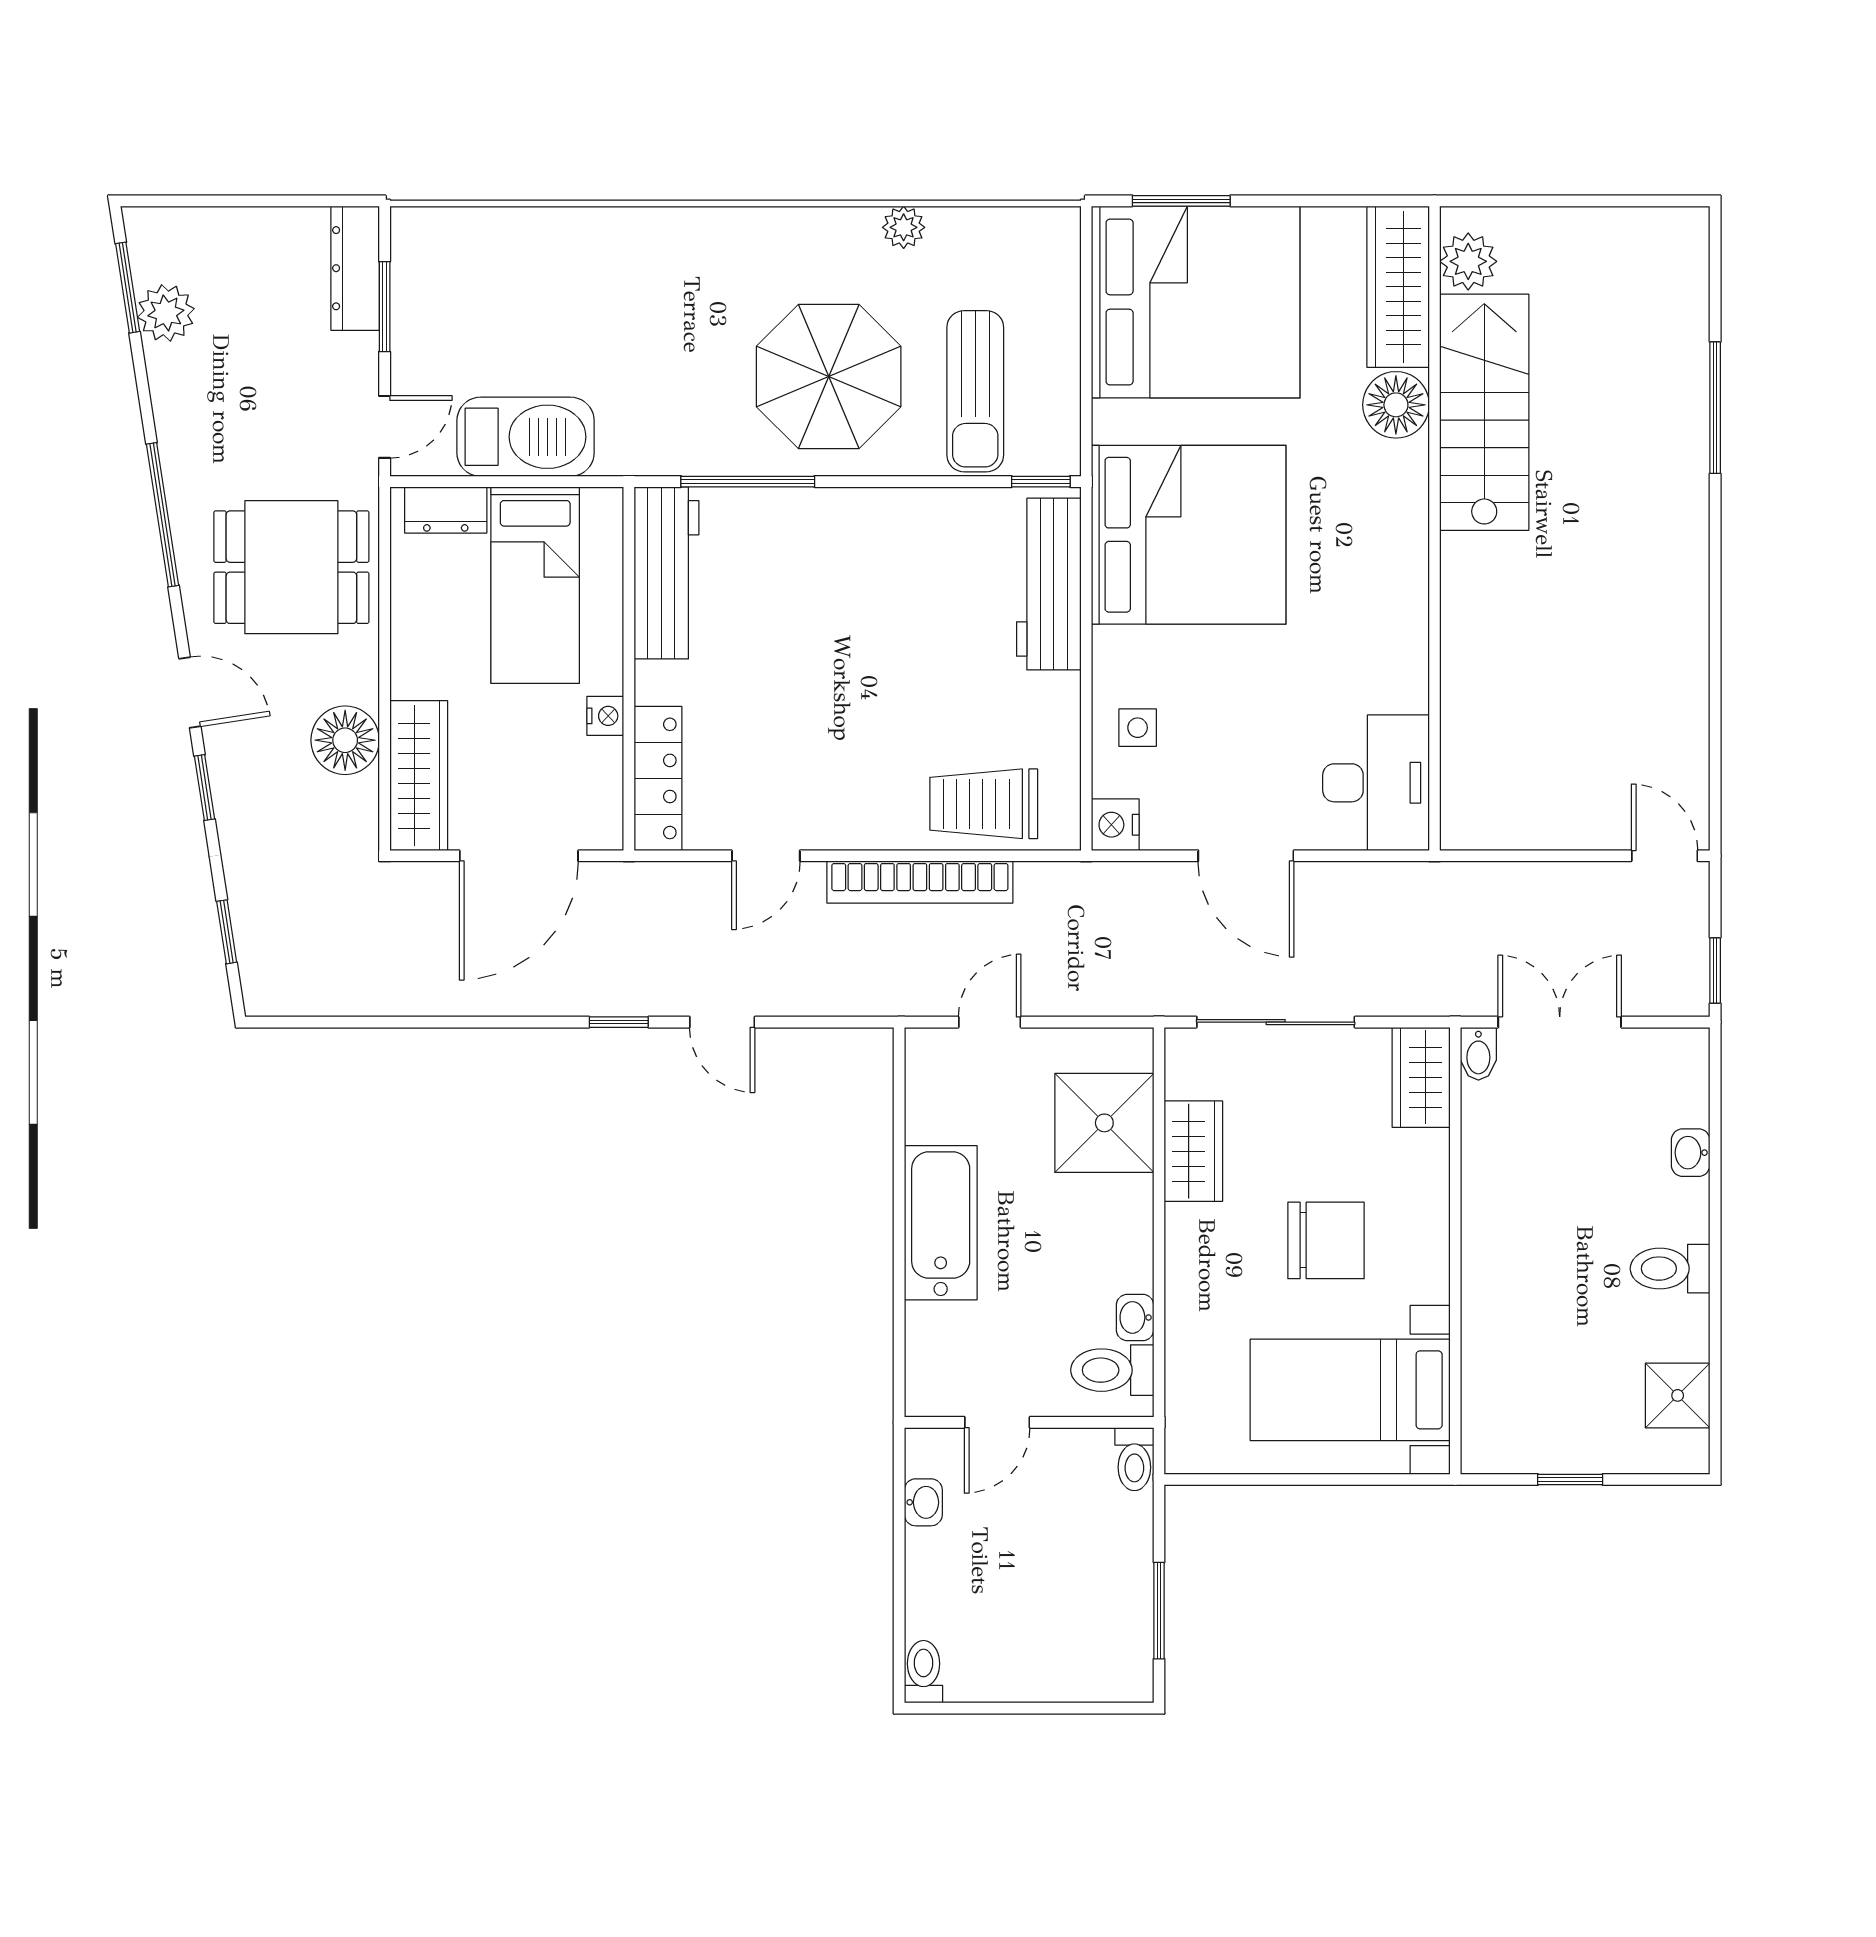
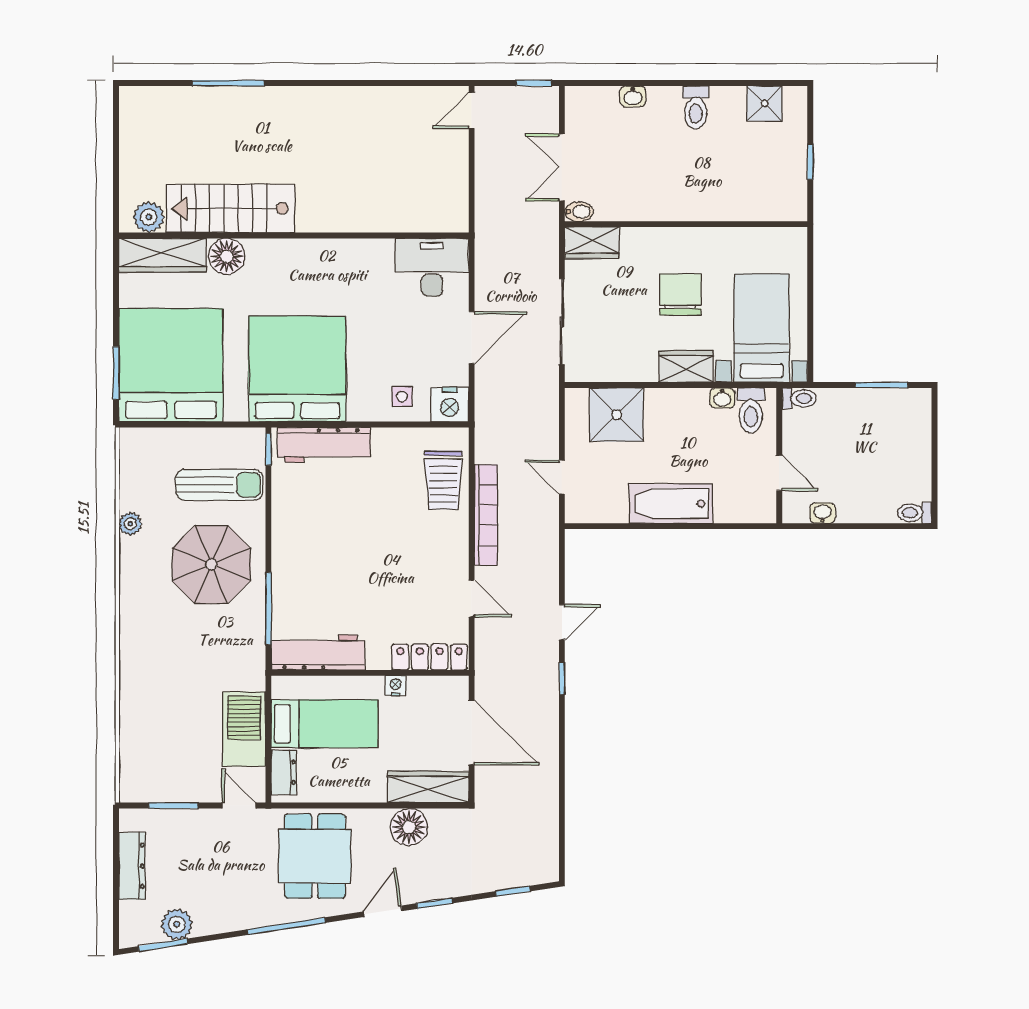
dresser: (355, 268) -> (132, 866), moved, turned -90
nightstand: (1115, 825) -> (450, 405), width x1.36, depth x1.33
wardrobe: (1193, 1151) -> (686, 366), moved
bed with nightstands: (1350, 1390) -> (762, 328), moved, turned 180

